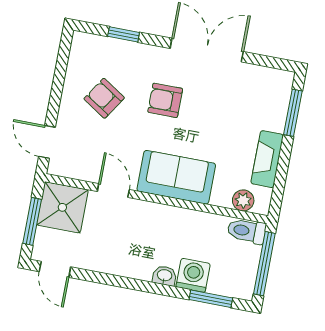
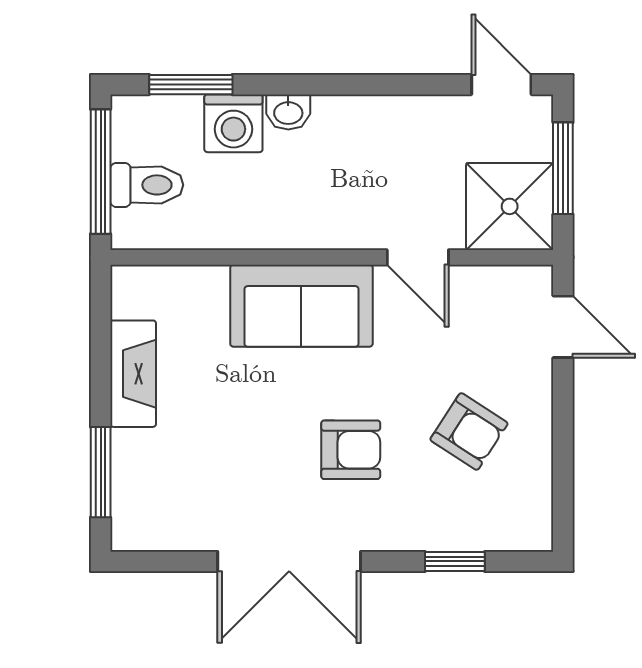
plant: (243, 200) -> (164, 285), removed
toilet: (247, 231) -> (147, 185), moved

